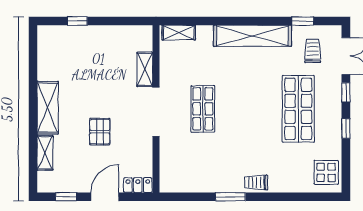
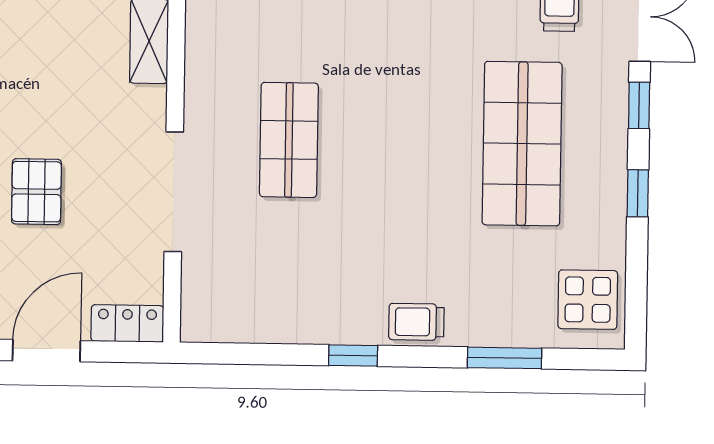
doorway: (156, 112) -> (174, 192), moved
window: (230, 197) -> (353, 356), width x0.67
window: (292, 197) -> (504, 358), added

